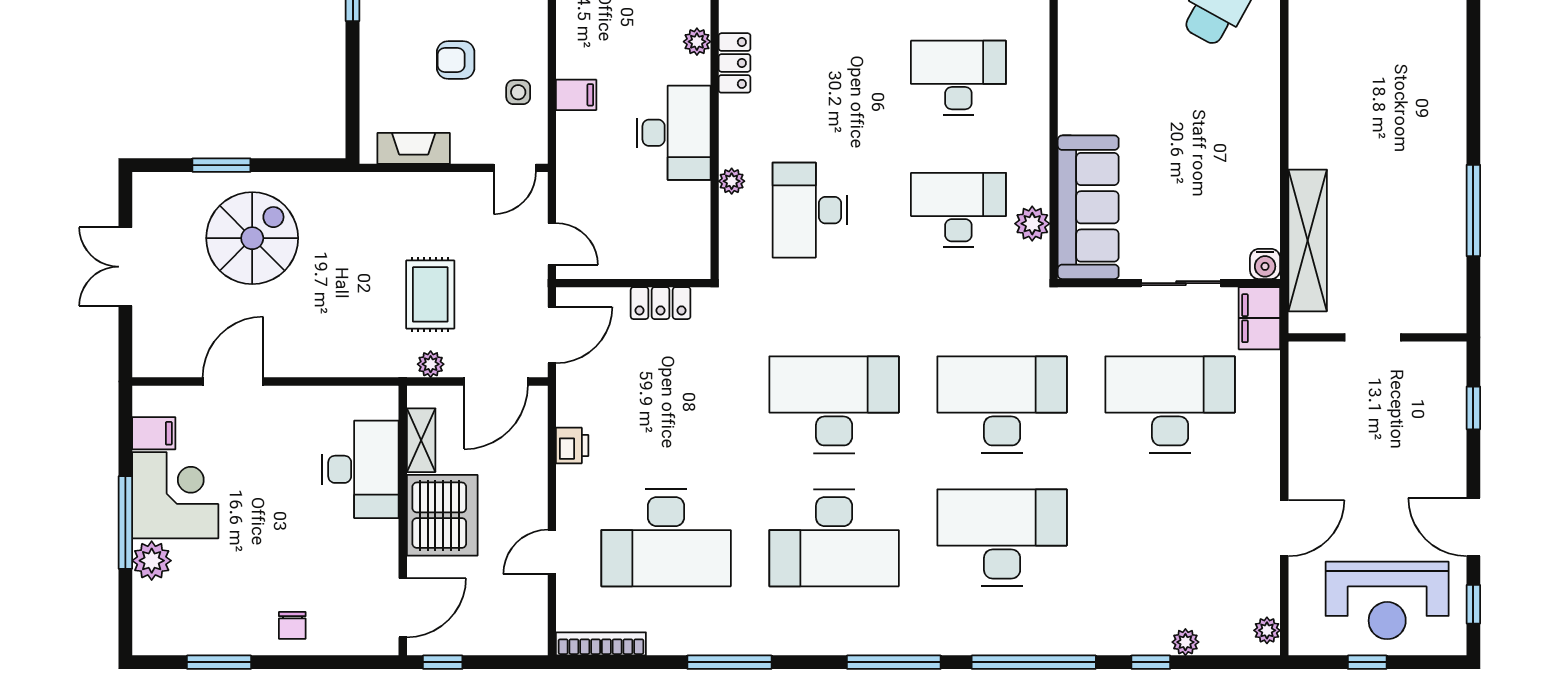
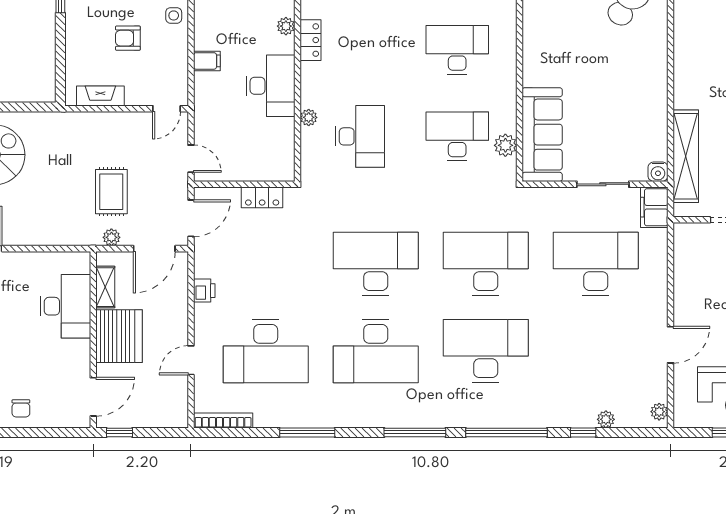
side table: (518, 92) -> (174, 15), moved
desk: (810, 210) -> (360, 136), turned 180

